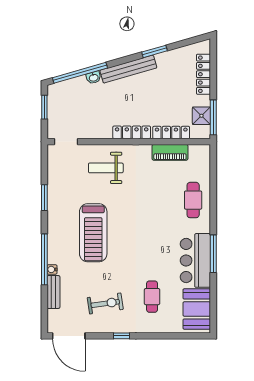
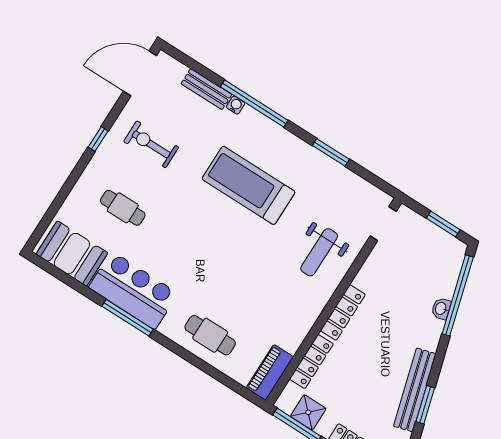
bench: (128, 69) -> (415, 390), moved
piano: (170, 152) -> (270, 372), moved
weight bench: (106, 168) -> (319, 252), turned 180
exercise bike: (105, 303) -> (151, 144), turned 98

